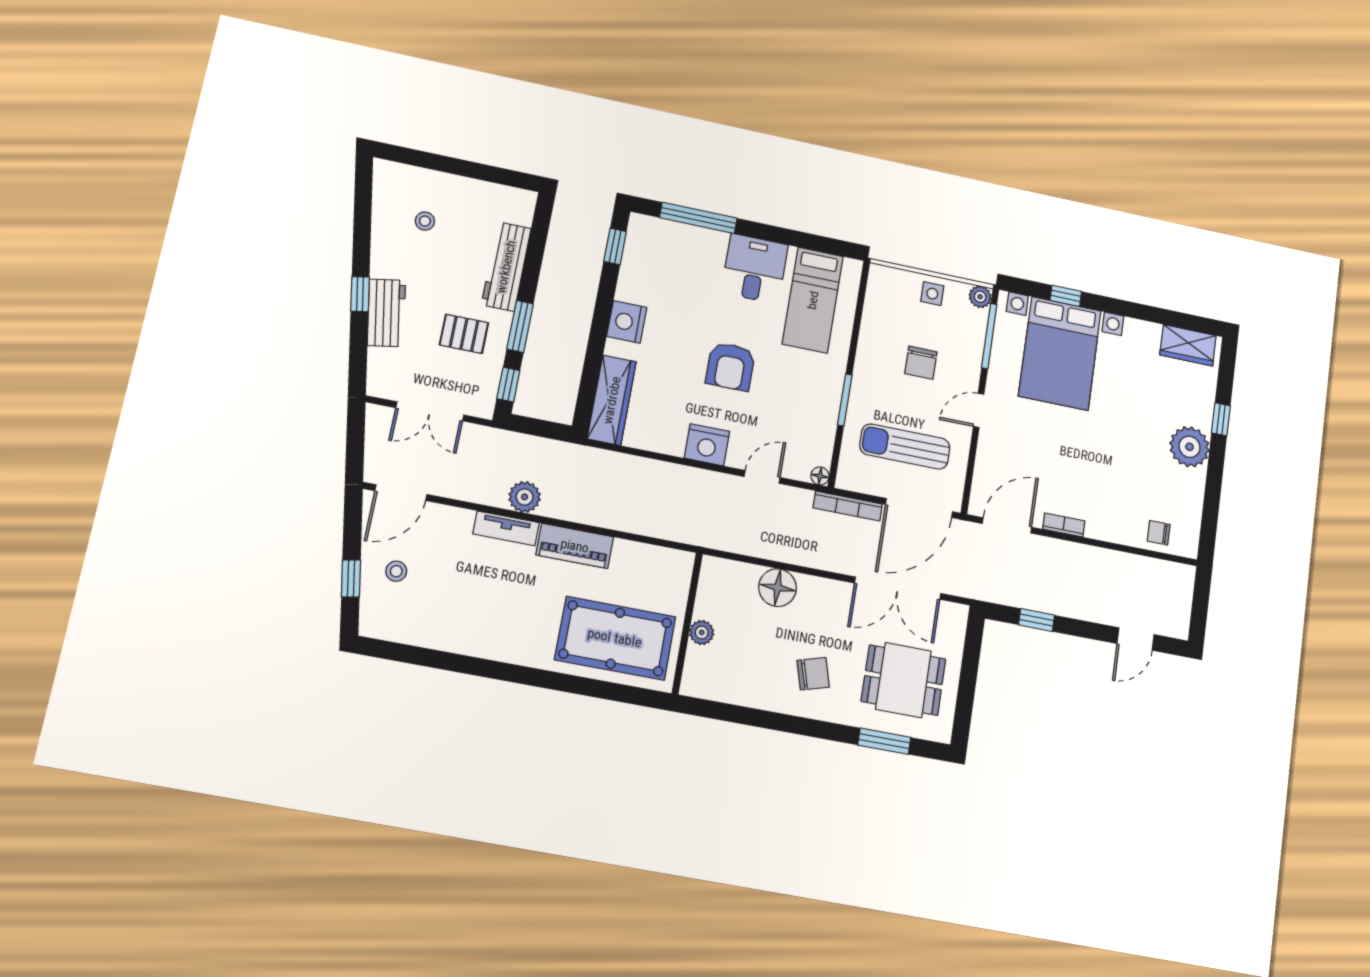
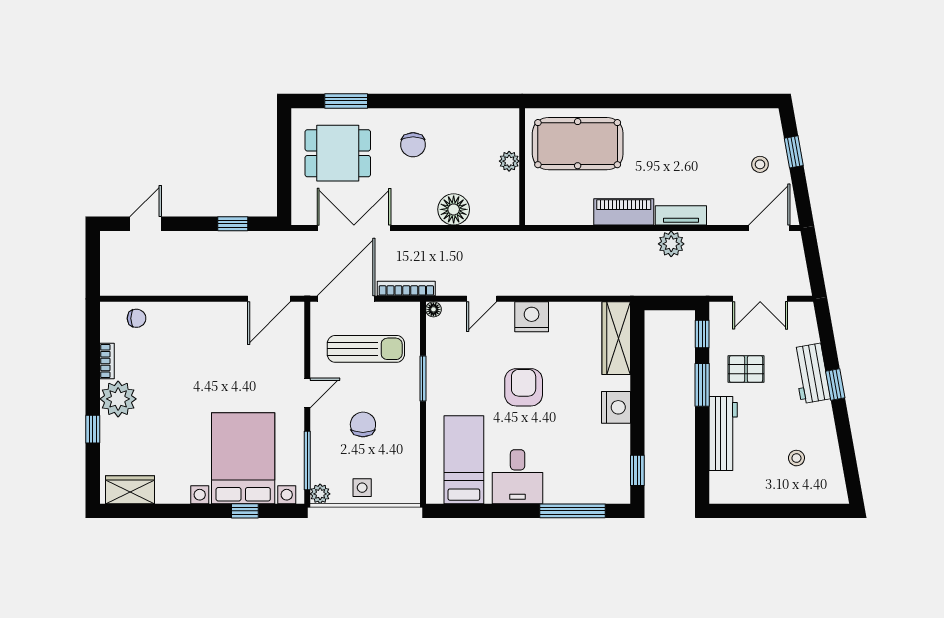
double door: (430, 411) -> (760, 299), swing flipped
bookcase: (1064, 525) -> (107, 361), moved, turned -90
chair: (813, 674) -> (413, 145), turned -74

